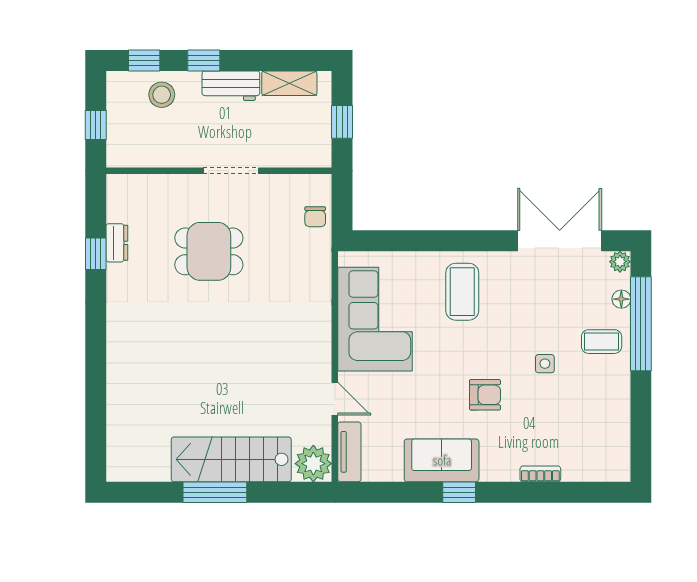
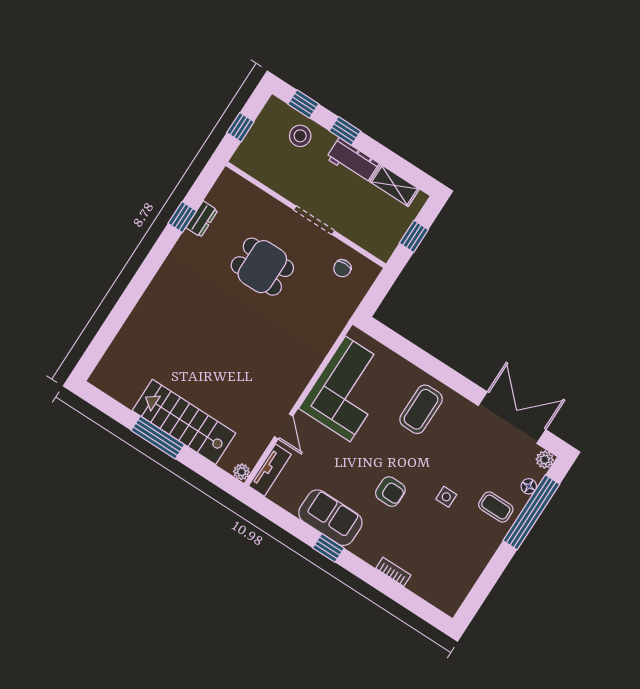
chair: (315, 217) -> (342, 268), moved
plant: (313, 464) -> (242, 472), width x0.53, depth x0.53

